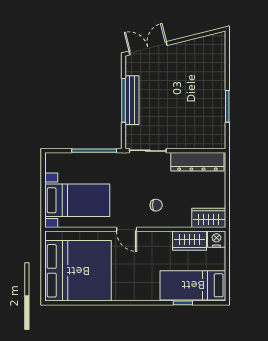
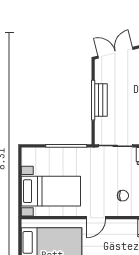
bench: (132, 100) -> (101, 100), width x0.73
door: (127, 229) -> (96, 218), hinge flipped

